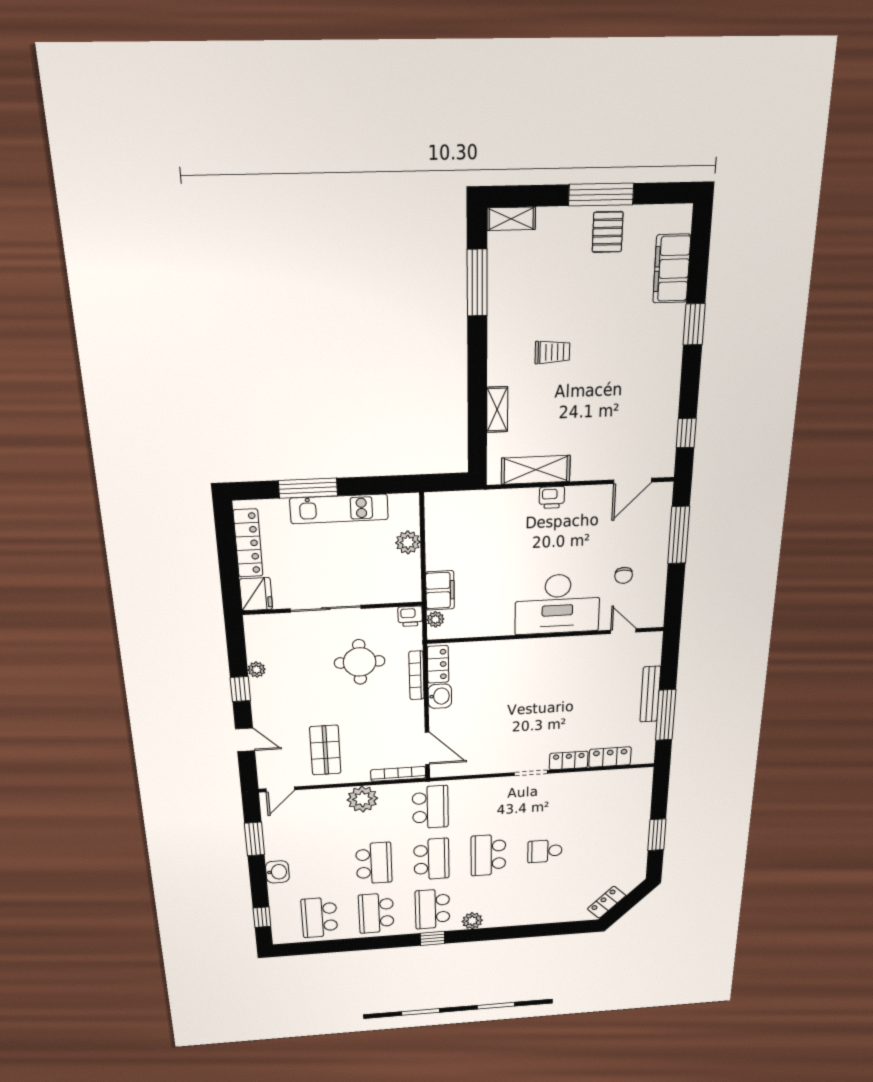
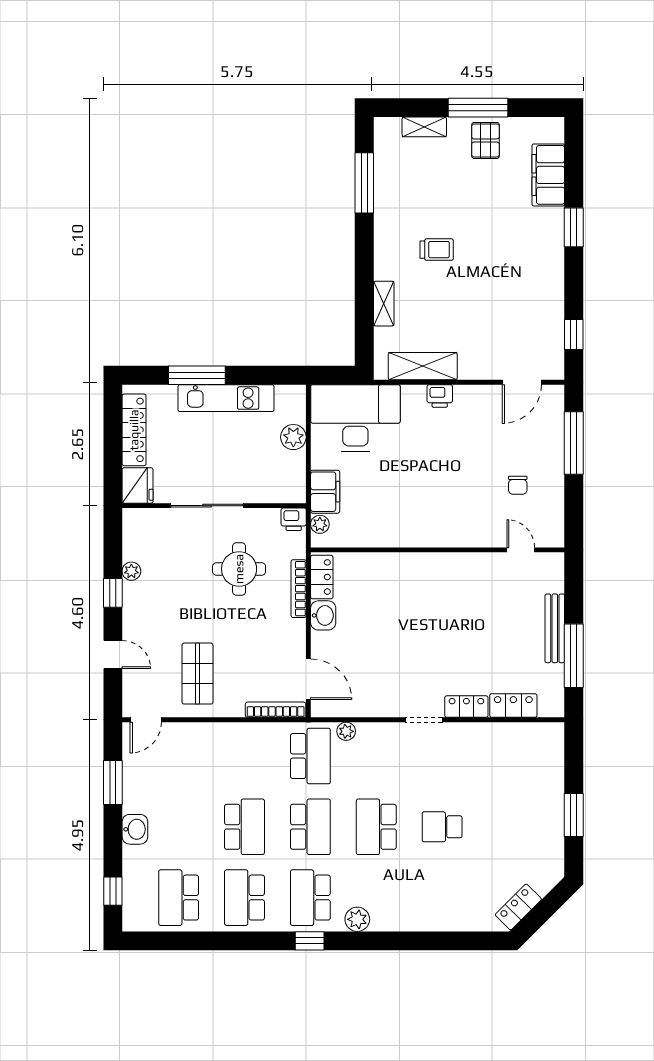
shelving: (511, 219) -> (424, 127), moved
desk: (558, 604) -> (355, 418), moved, turned 180
plant: (362, 799) -> (346, 731), moved, width x0.53, depth x0.53

